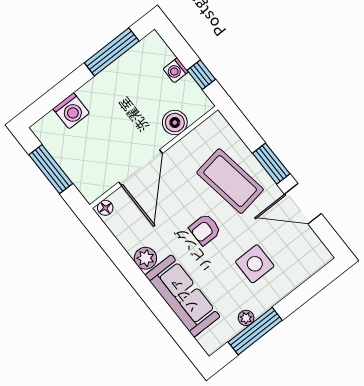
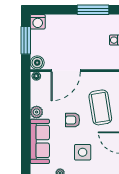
washing machine: (71, 111) -> (38, 22), moved
boiler: (175, 123) -> (37, 63), moved

